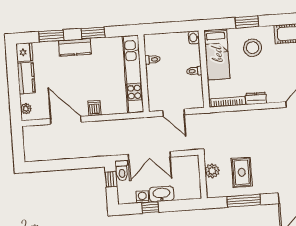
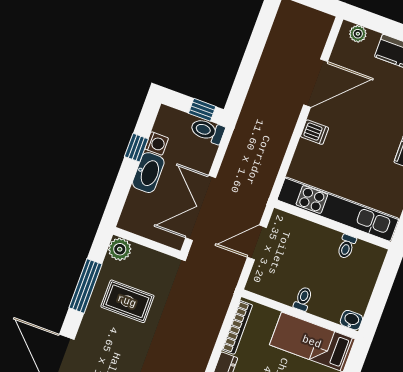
double door: (149, 156) -> (201, 208), moved
plant: (212, 171) -> (120, 249), moved

